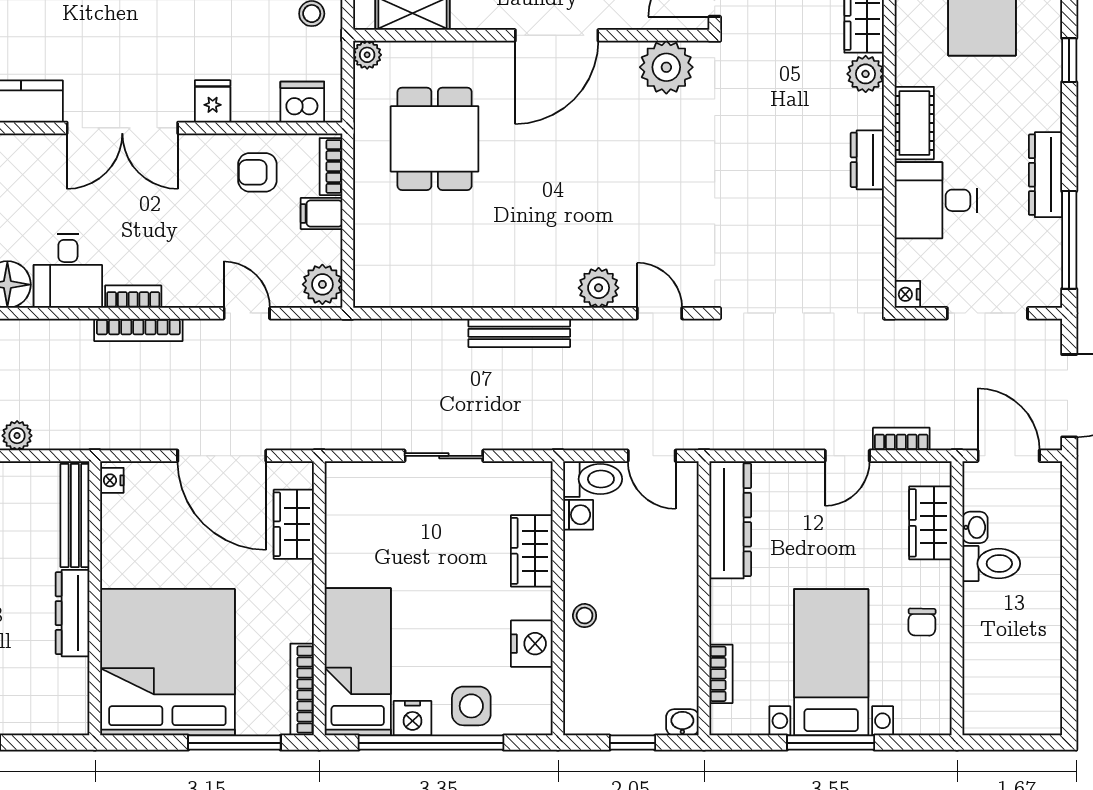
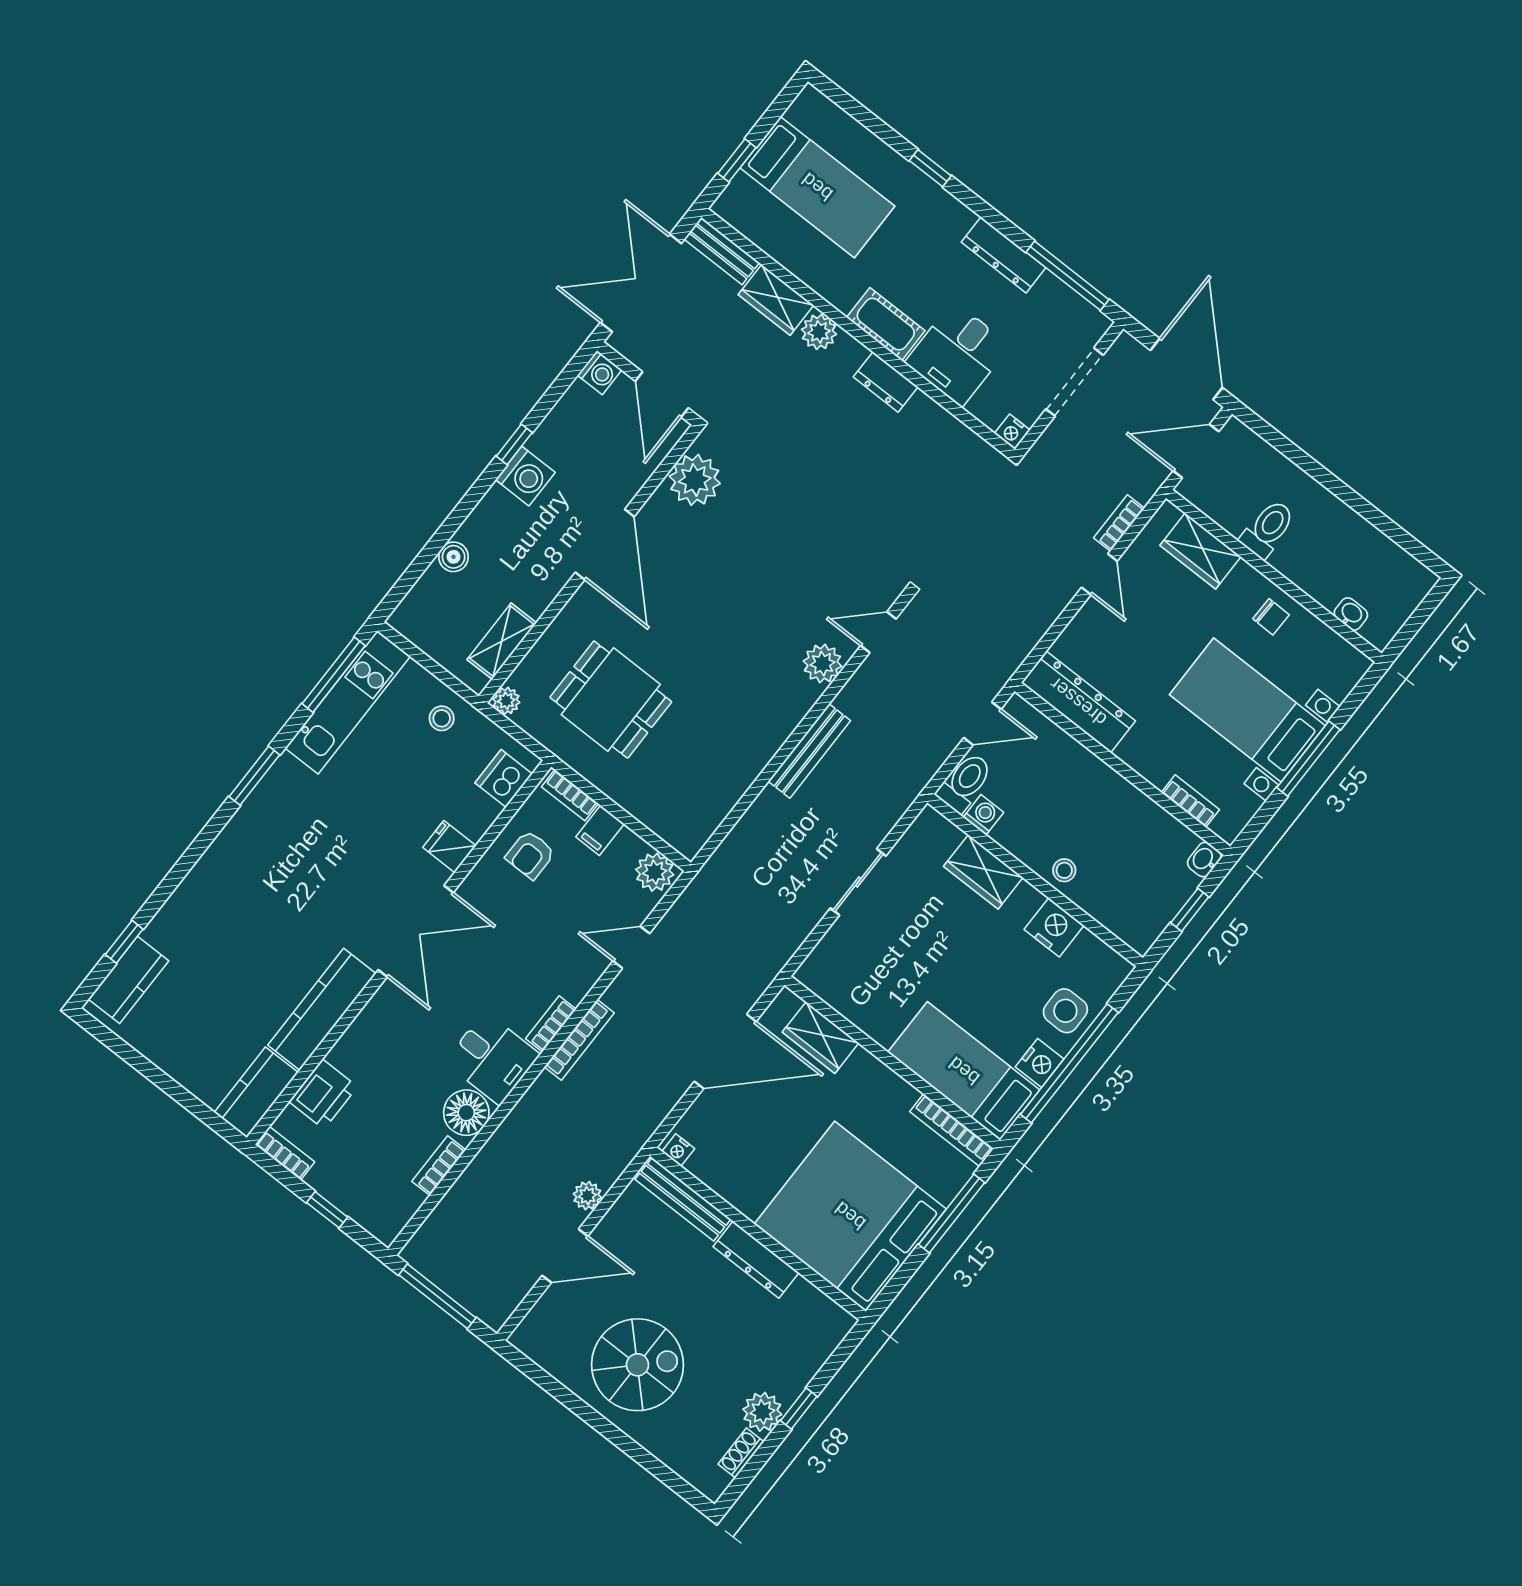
washbasin: (975, 527) -> (1351, 614), moved

